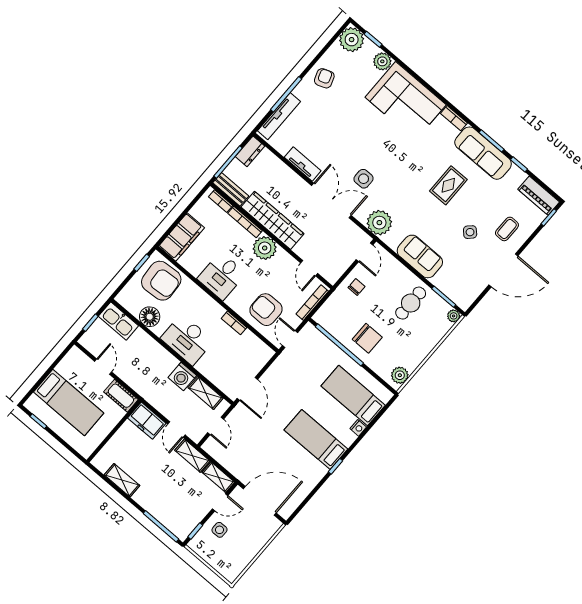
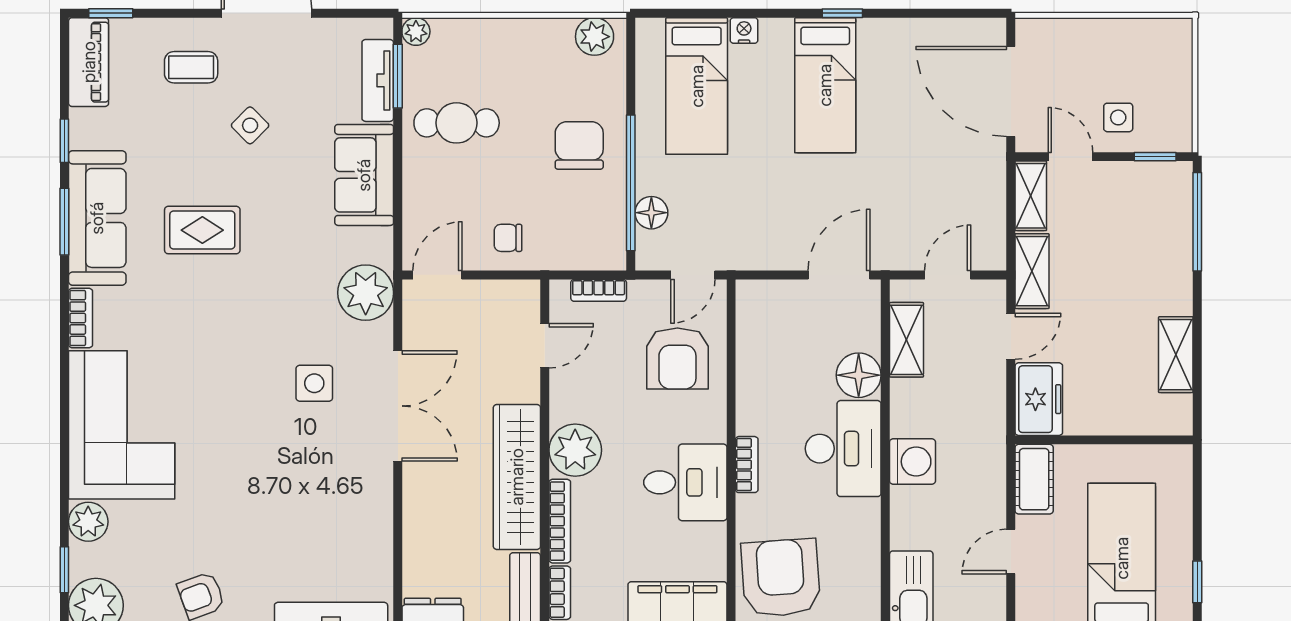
tv unit: (303, 164) -> (378, 80), moved
double door: (331, 200) -> (398, 406), swing flipped
bookcase: (312, 303) -> (599, 290), width x0.64
floor lamp: (150, 317) -> (859, 375), moved
bookcase: (234, 323) -> (747, 465), moved
floor lamp: (323, 343) -> (651, 213), added
washing machine: (182, 377) -> (912, 462), moved

